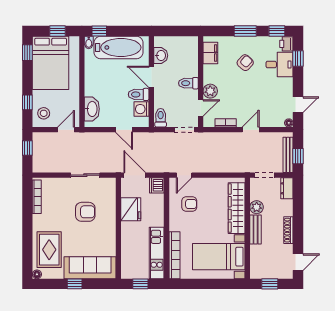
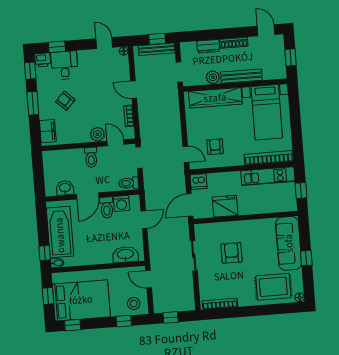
filing cabinet: (210, 53) -> (48, 131), moved, turned 90
dresser: (287, 188) -> (208, 46), moved
bench: (256, 230) -> (241, 76), width x1.36

